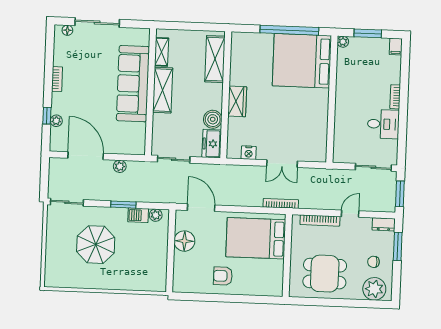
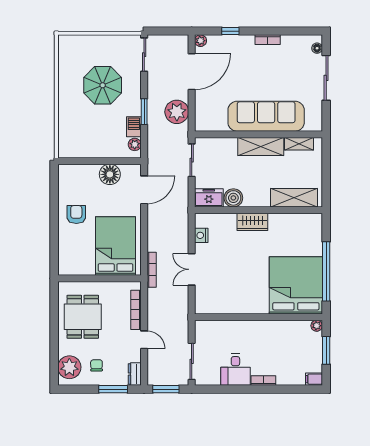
plant: (56, 121) -> (200, 41), moved
plant: (120, 166) -> (177, 112), width x1.88, depth x1.88

